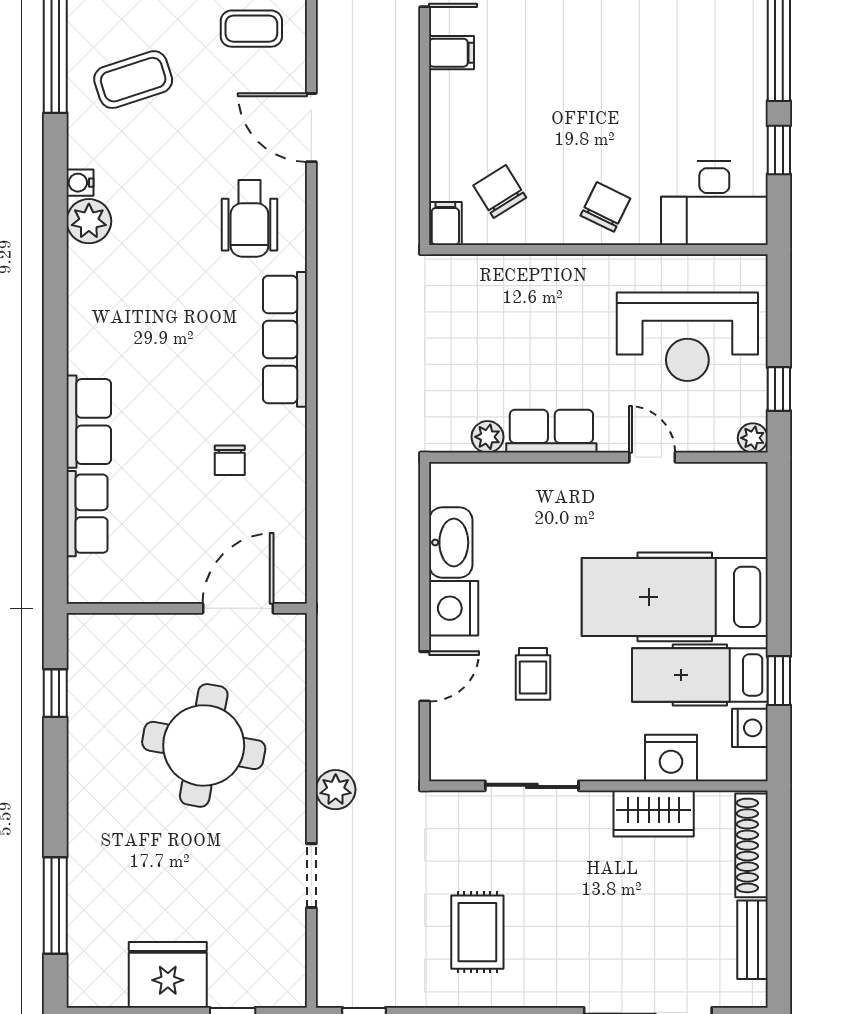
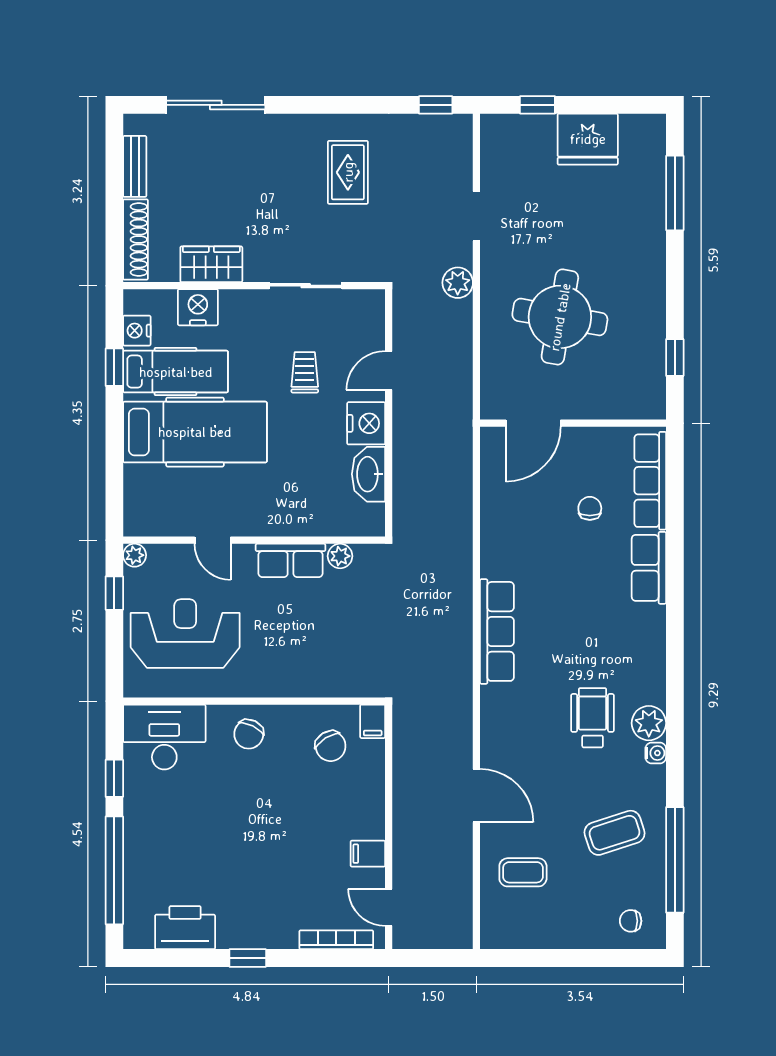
wheelchair: (249, 218) -> (593, 718), moved
chair: (230, 460) -> (590, 508), moved
row of seats: (87, 514) -> (650, 481), width x1.48

